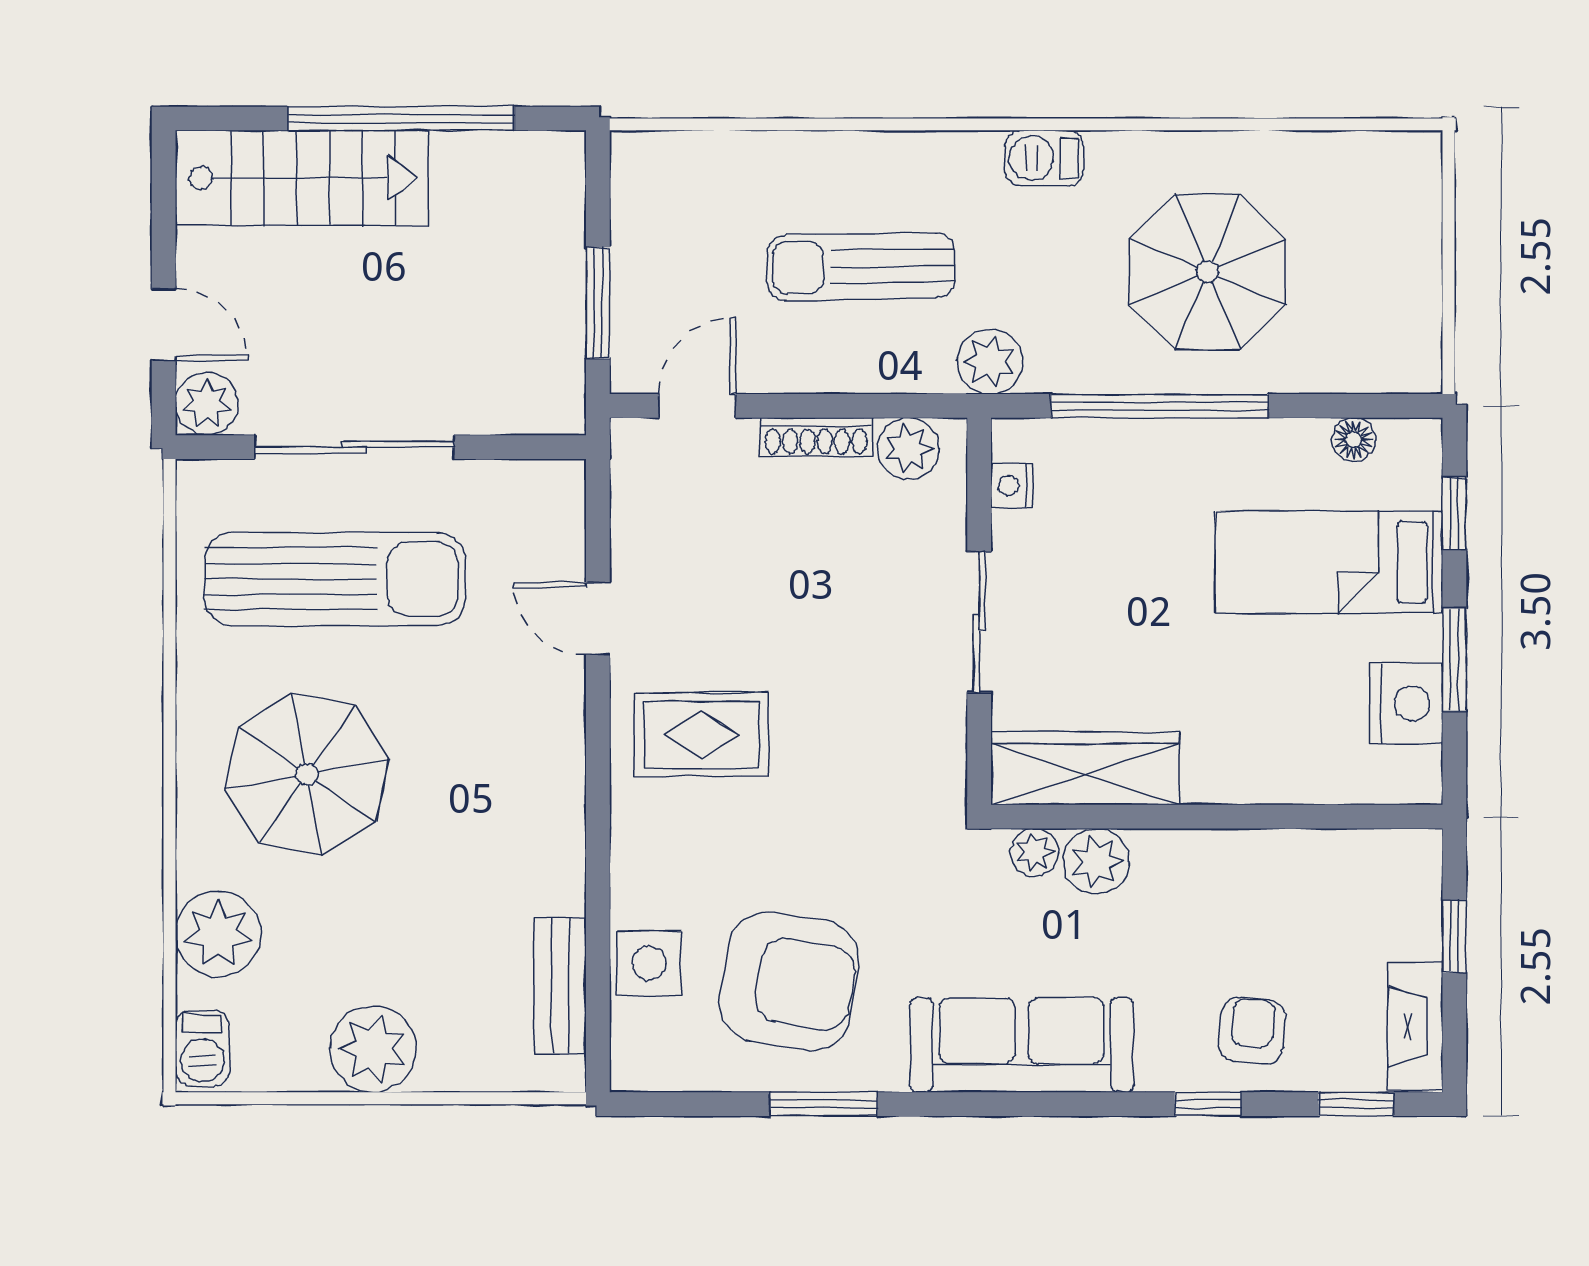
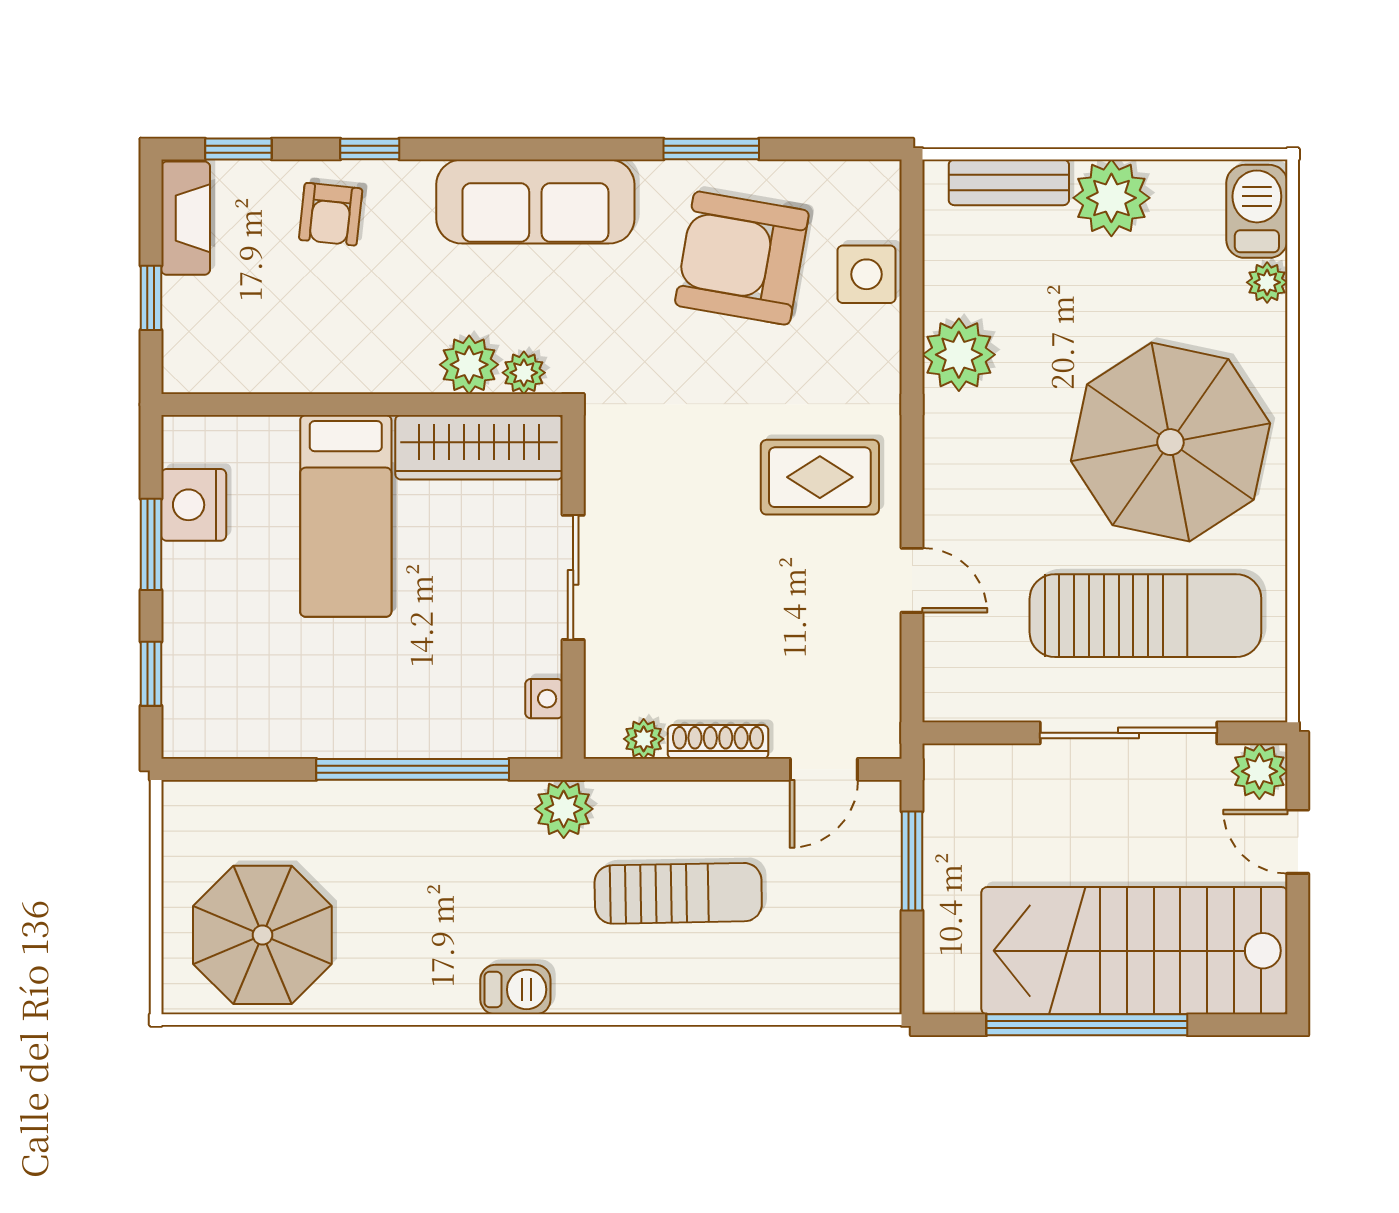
stairs: (302, 178) -> (1134, 951), width x1.36, depth x1.51
parasol: (1208, 272) -> (262, 935), moved
floor lamp: (1354, 440) -> (240, 740), removed
plant: (908, 449) -> (644, 739), width x0.73, depth x0.73
bed: (1329, 562) -> (346, 516), moved, turned 90
sun lounger: (335, 579) -> (1145, 616), turned 180
parasol: (307, 774) -> (1170, 442), width x1.36, depth x1.36
plant: (545, 873) -> (959, 355), added
plant: (218, 934) -> (1267, 282), width x0.53, depth x0.53
bench: (560, 986) -> (1009, 182), moved, turned 90
barbecue: (203, 1048) -> (1257, 211), width x1.38, depth x1.27

